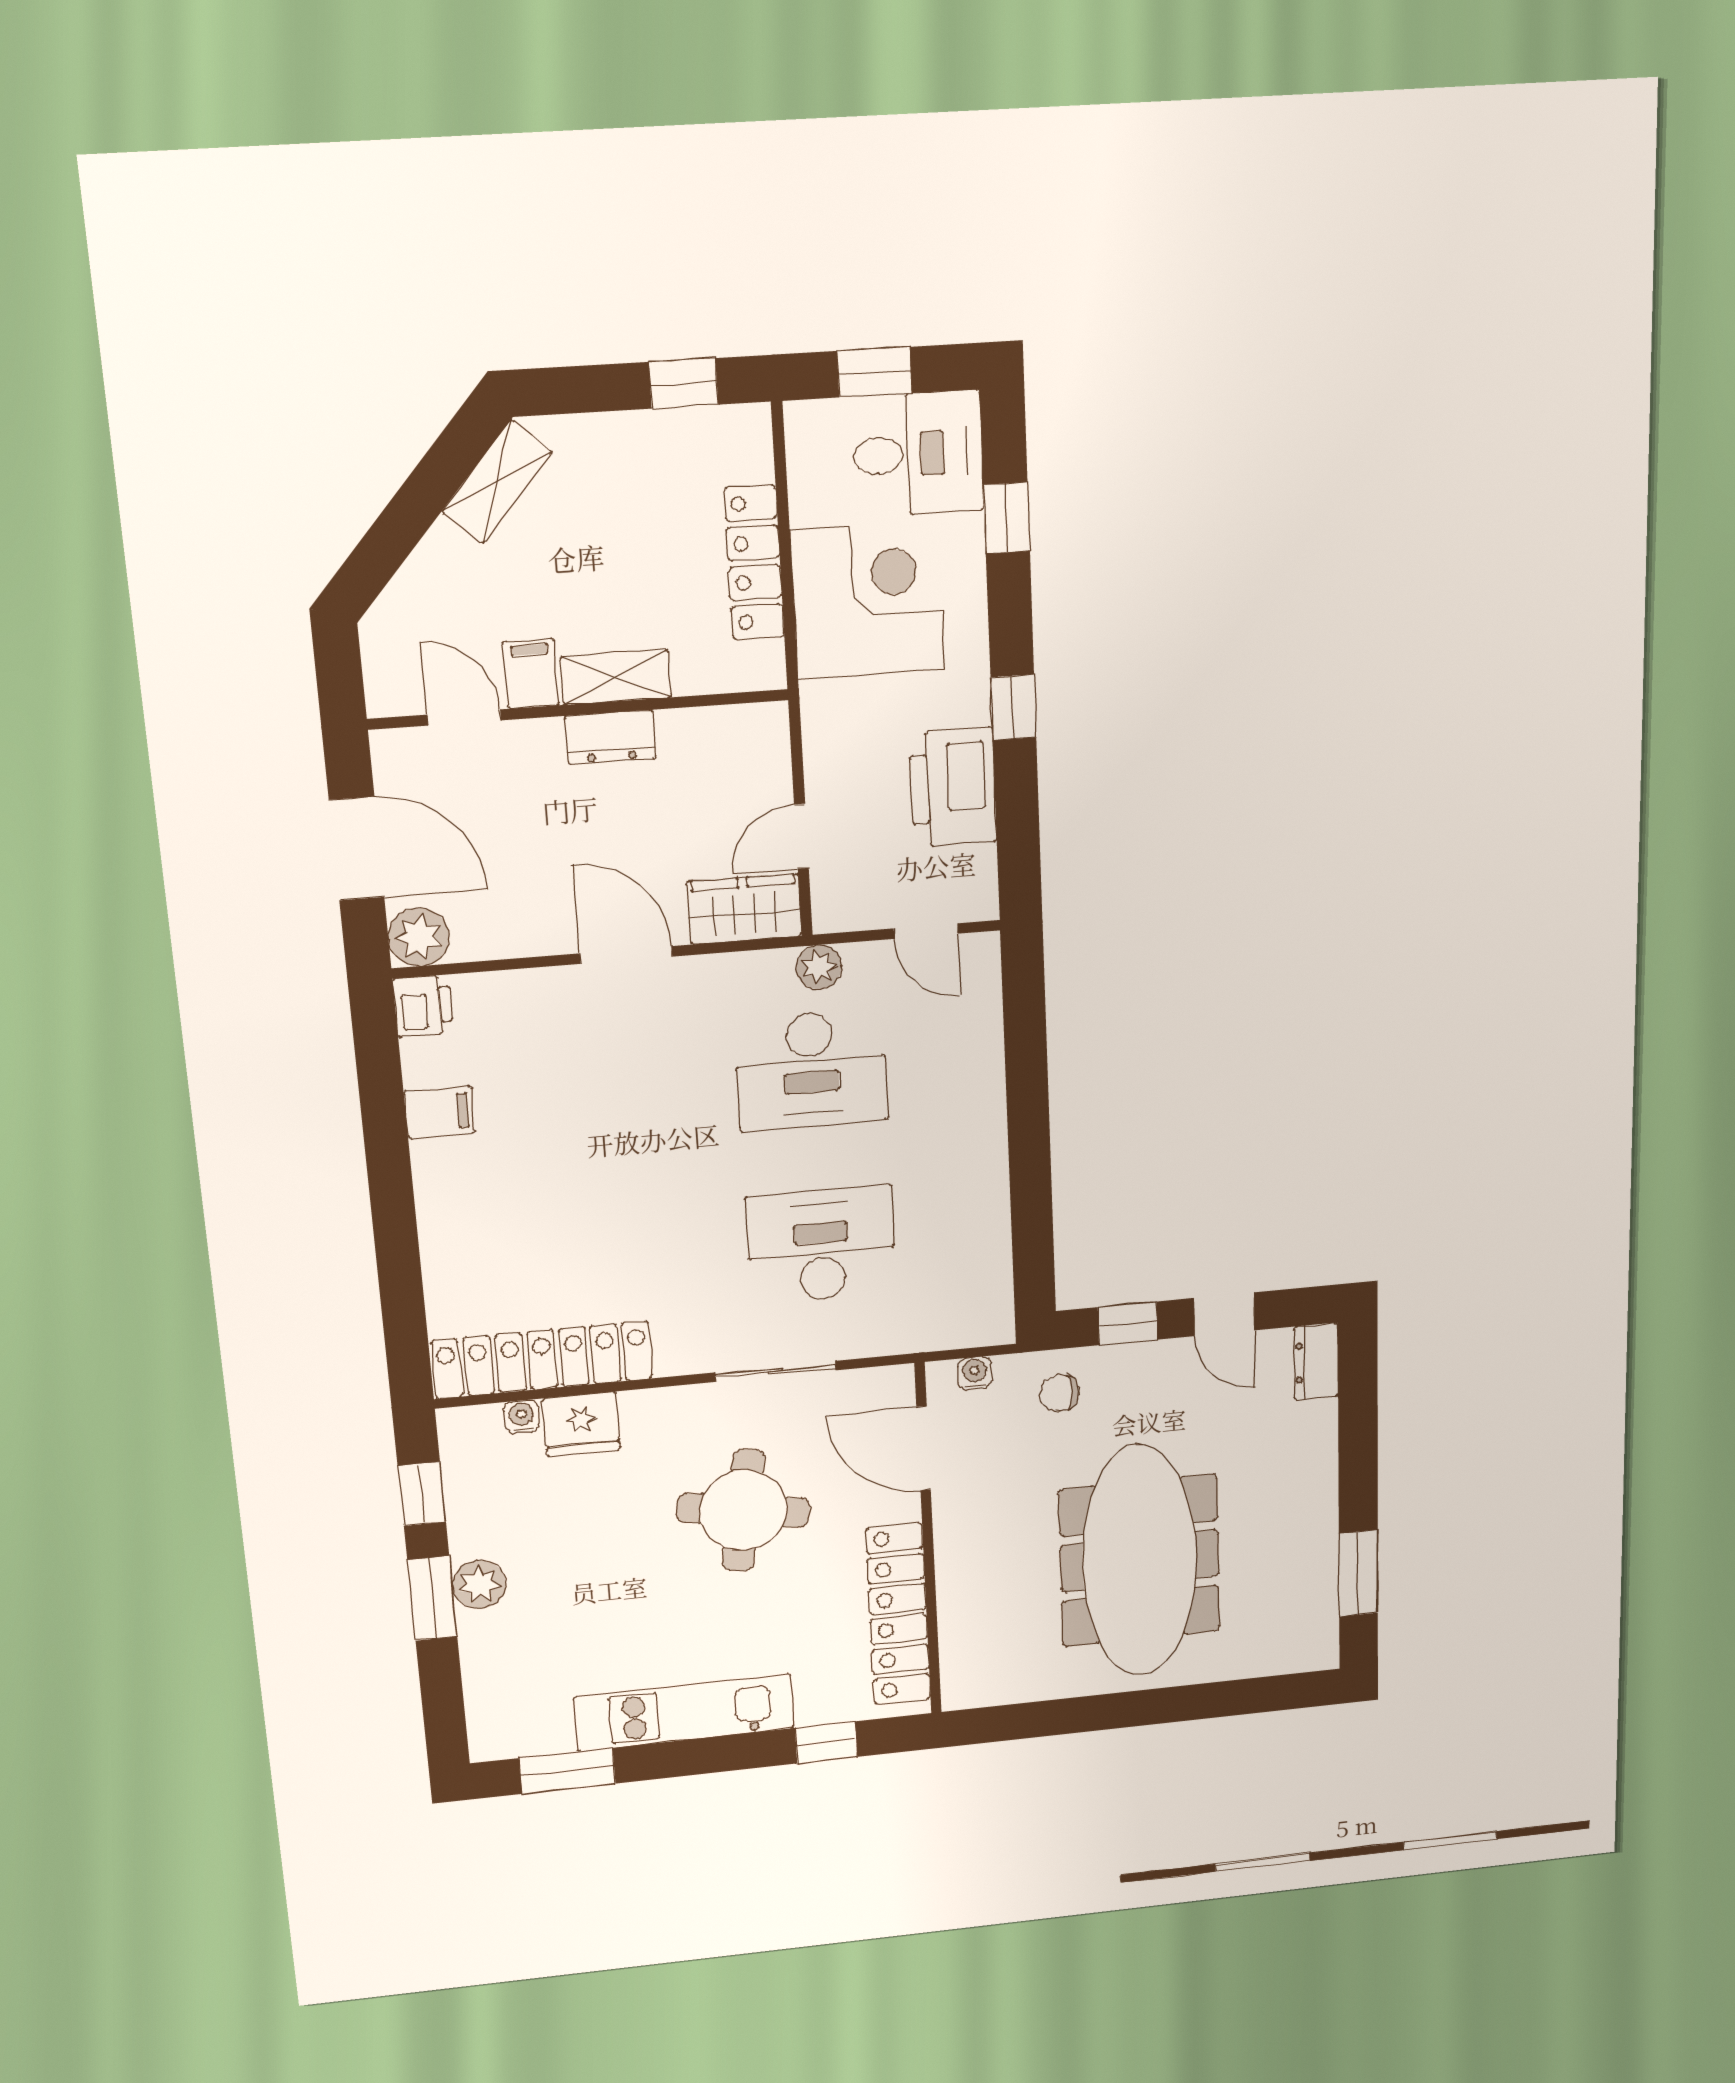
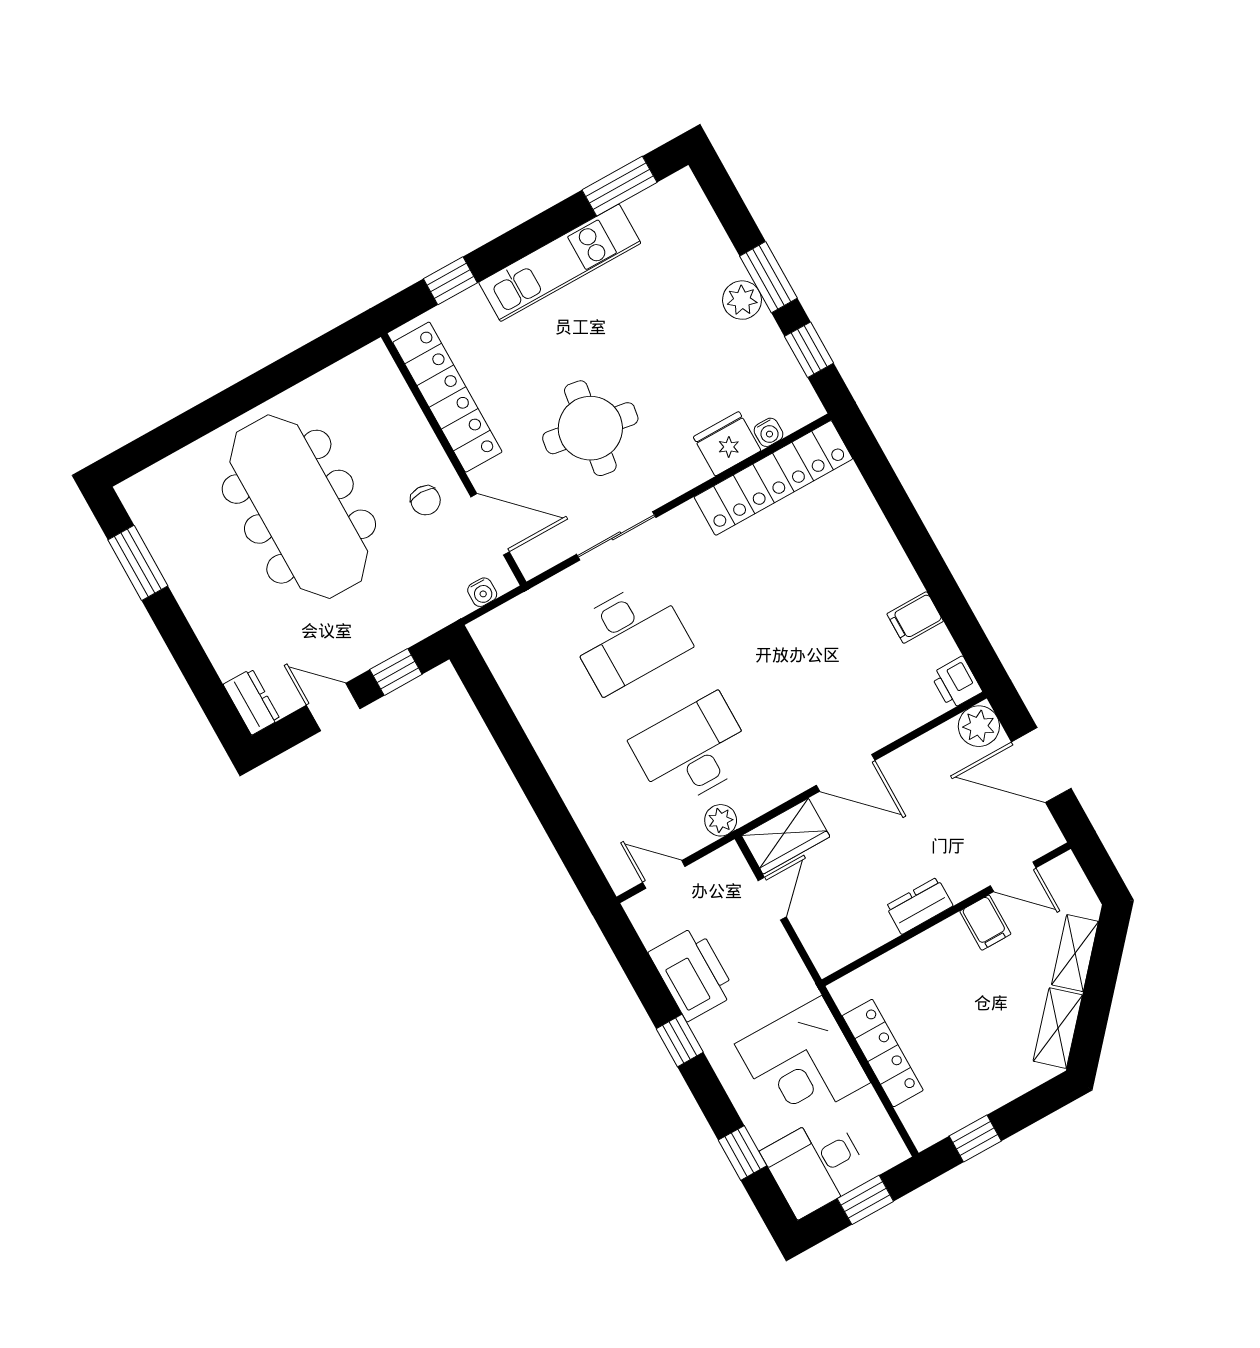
shelving: (616, 677) -> (1075, 953), moved, turned -48
chair: (1059, 1393) -> (426, 500), moved, turned 90

